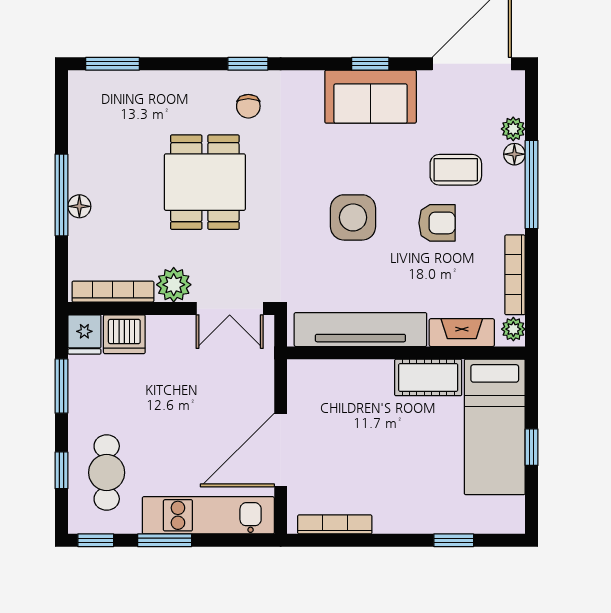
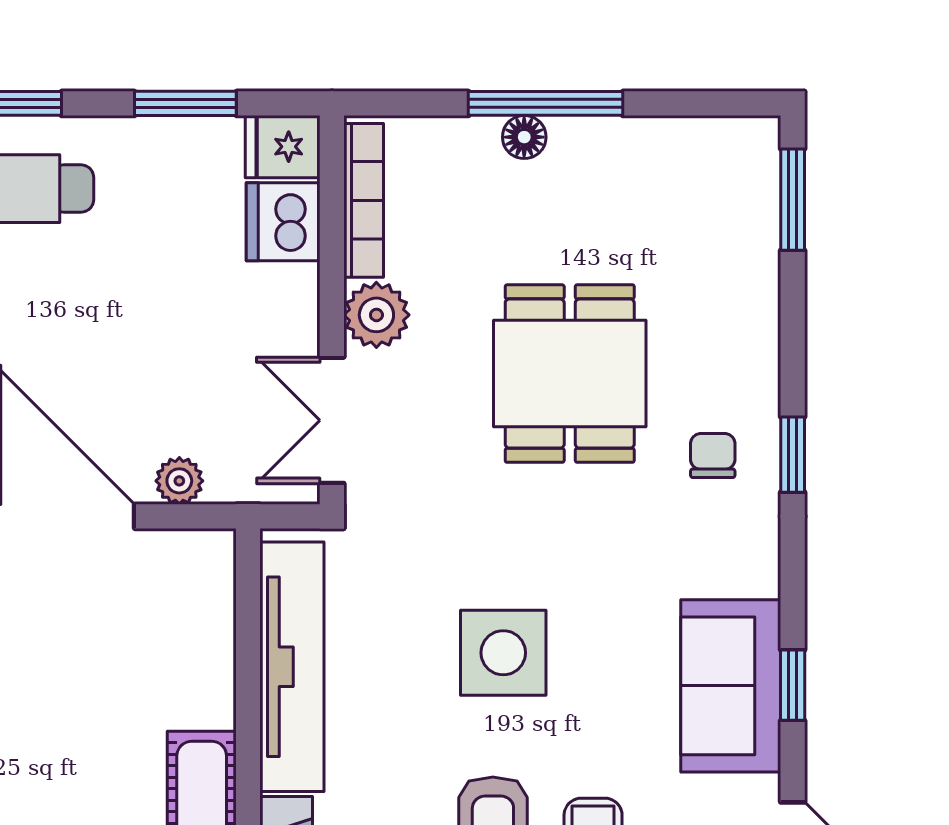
chair: (248, 106) -> (713, 456), turned 90
dining table: (205, 182) -> (570, 374), turned 90
plant: (262, 389) -> (179, 481), added

